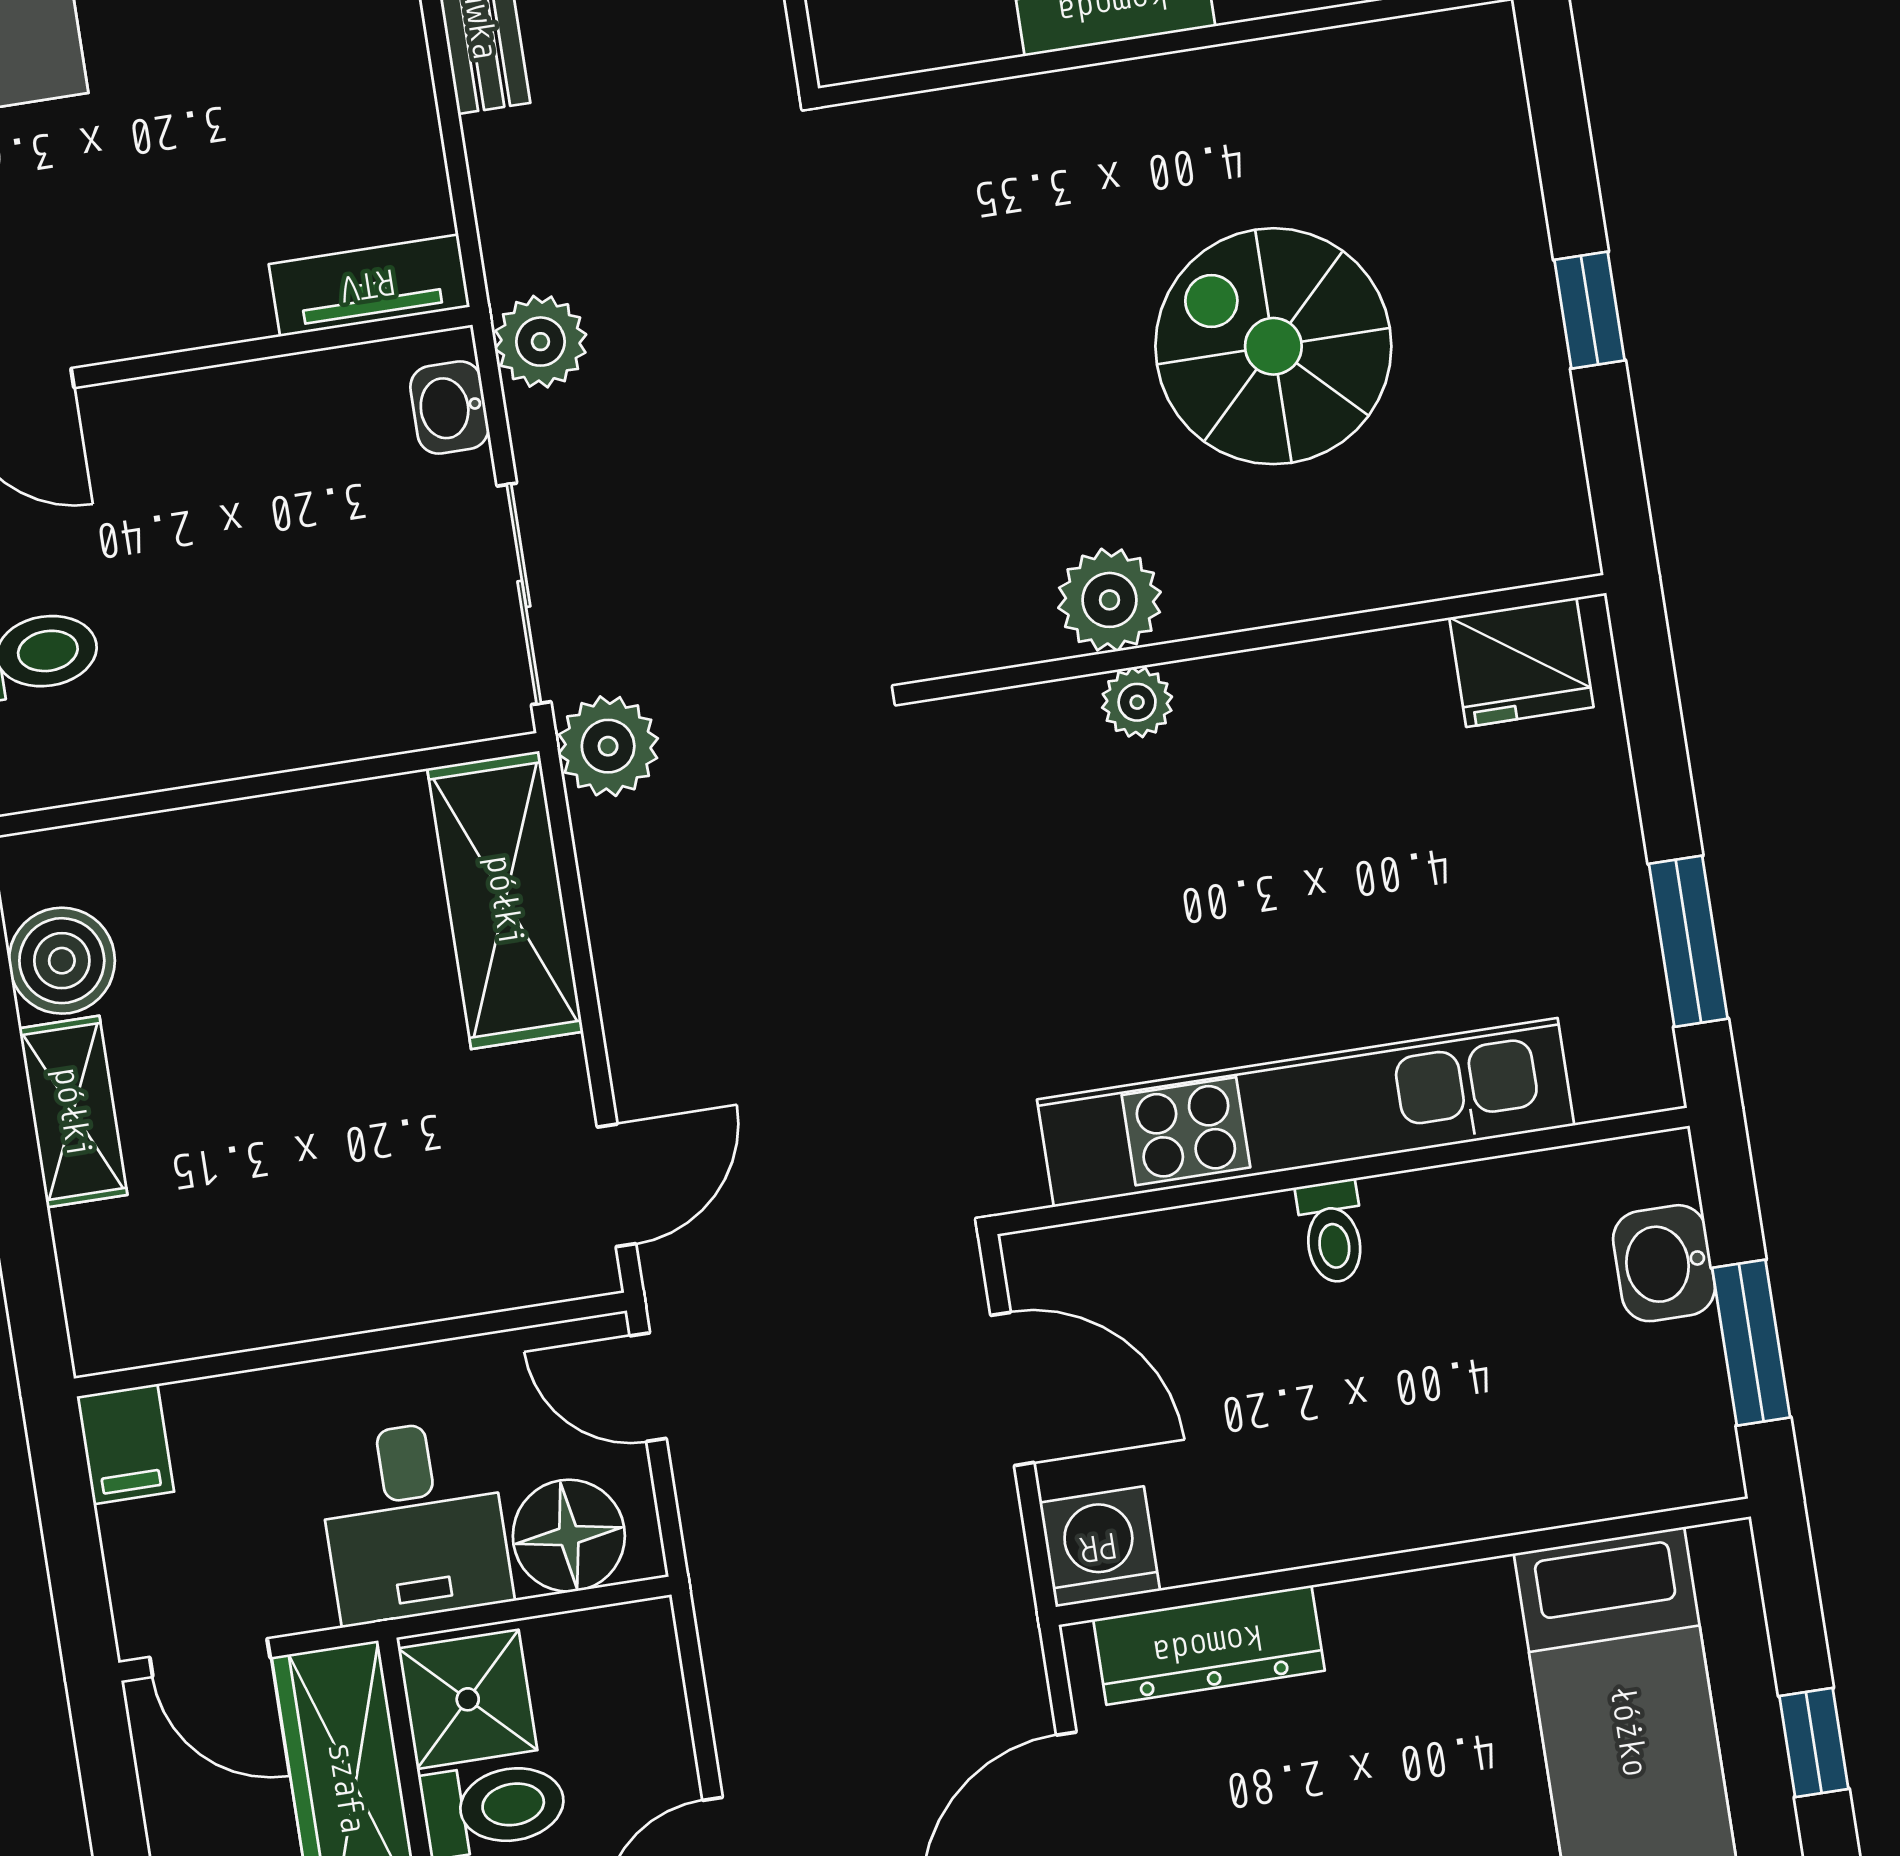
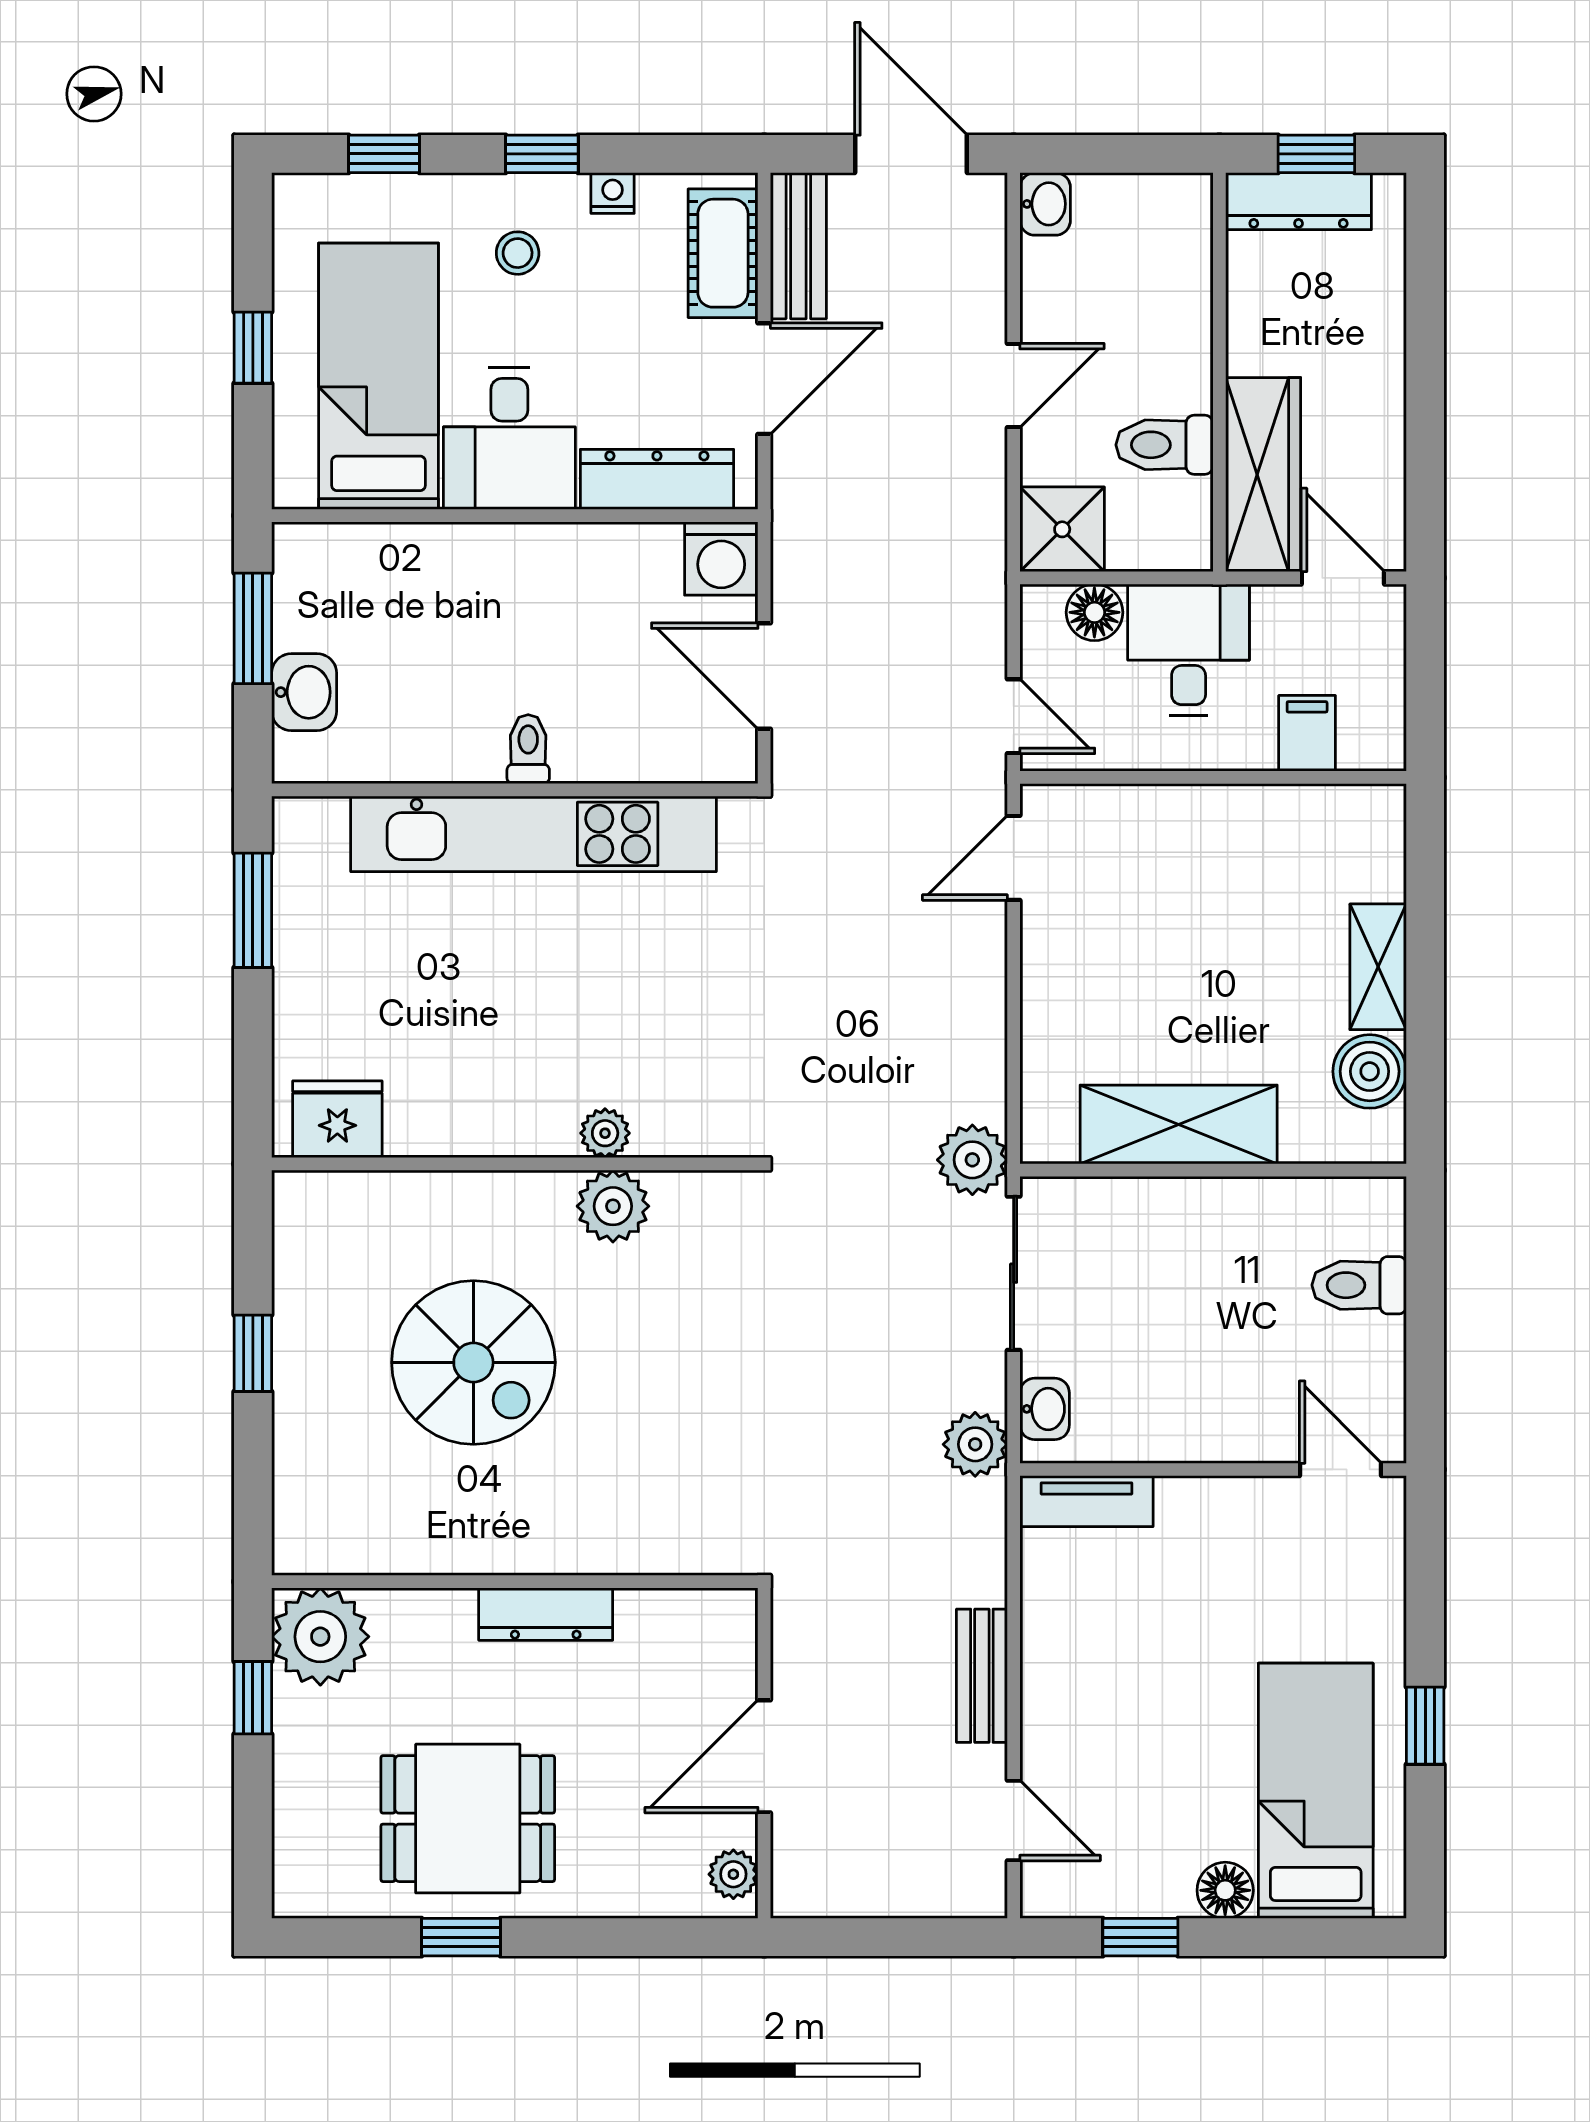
shelving: (505, 900) -> (1179, 1125), moved, turned 90
filing cabinet: (125, 1444) -> (1307, 733), moved
floor lamp: (569, 1536) -> (1094, 612), width x0.73, depth x0.73
desk: (1428, 1671) -> (509, 438), added
shower: (468, 1699) -> (1062, 529), moved

